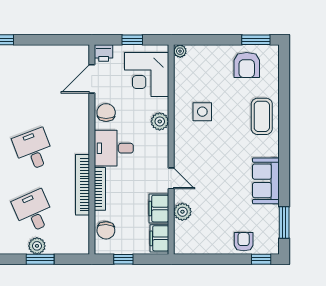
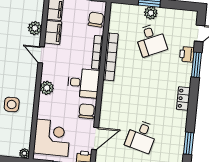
chair: (106, 113) -> (87, 111), turned 180
plant: (160, 121) -> (47, 88), moved
desk: (33, 150) -> (141, 136), moved, turned 36

